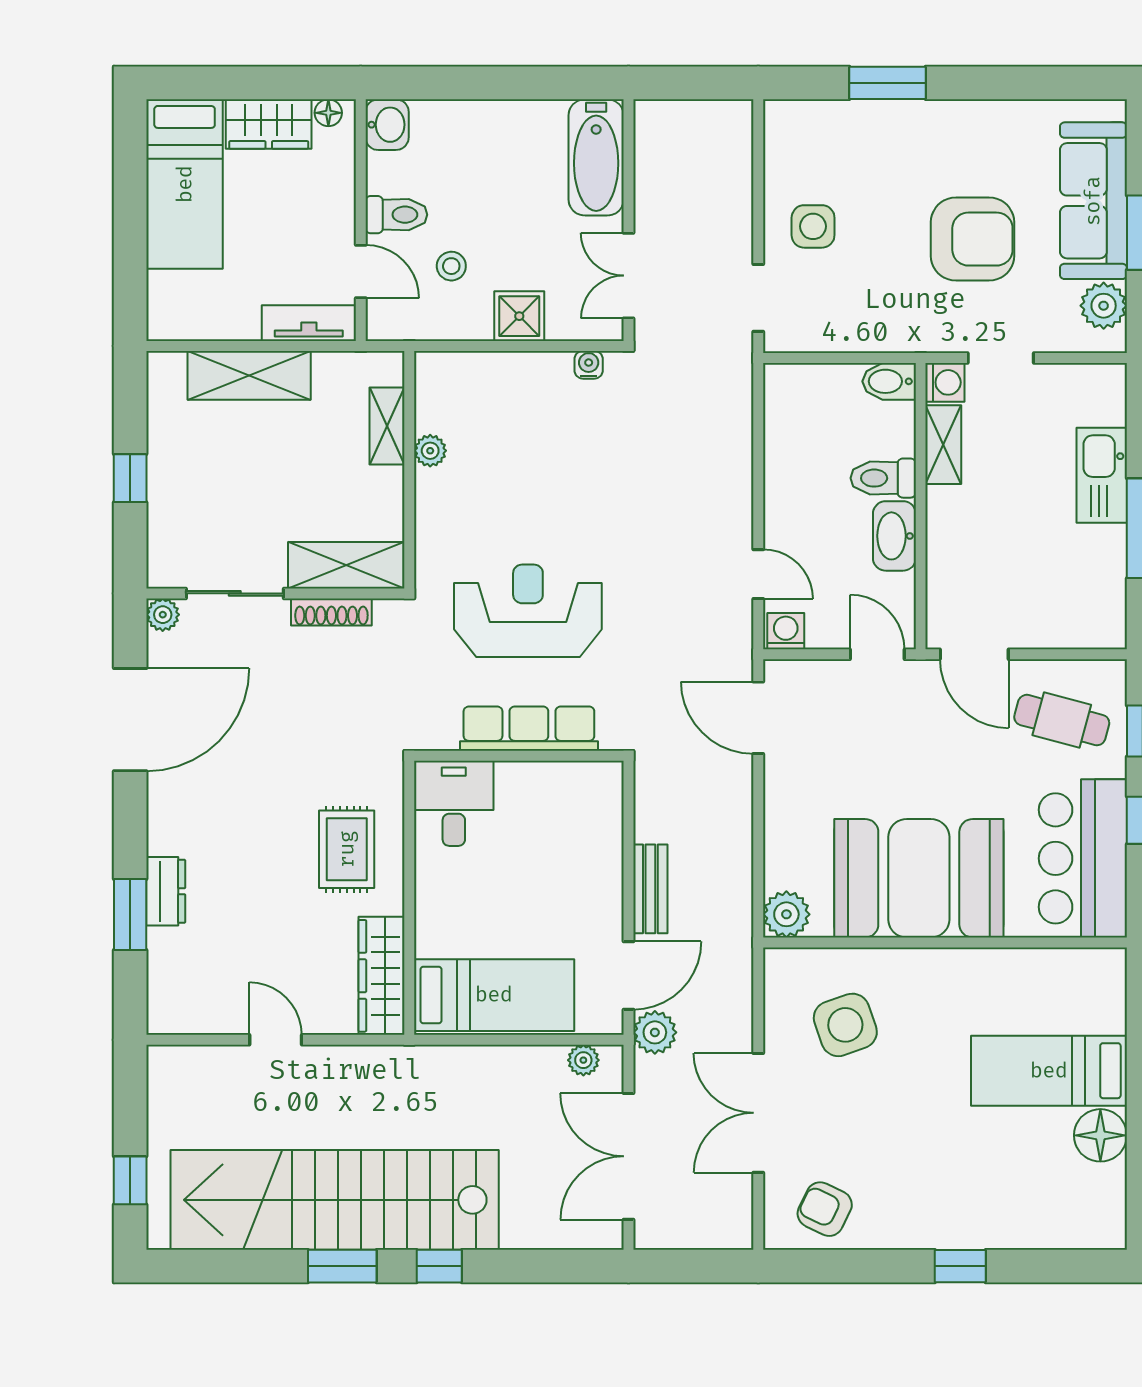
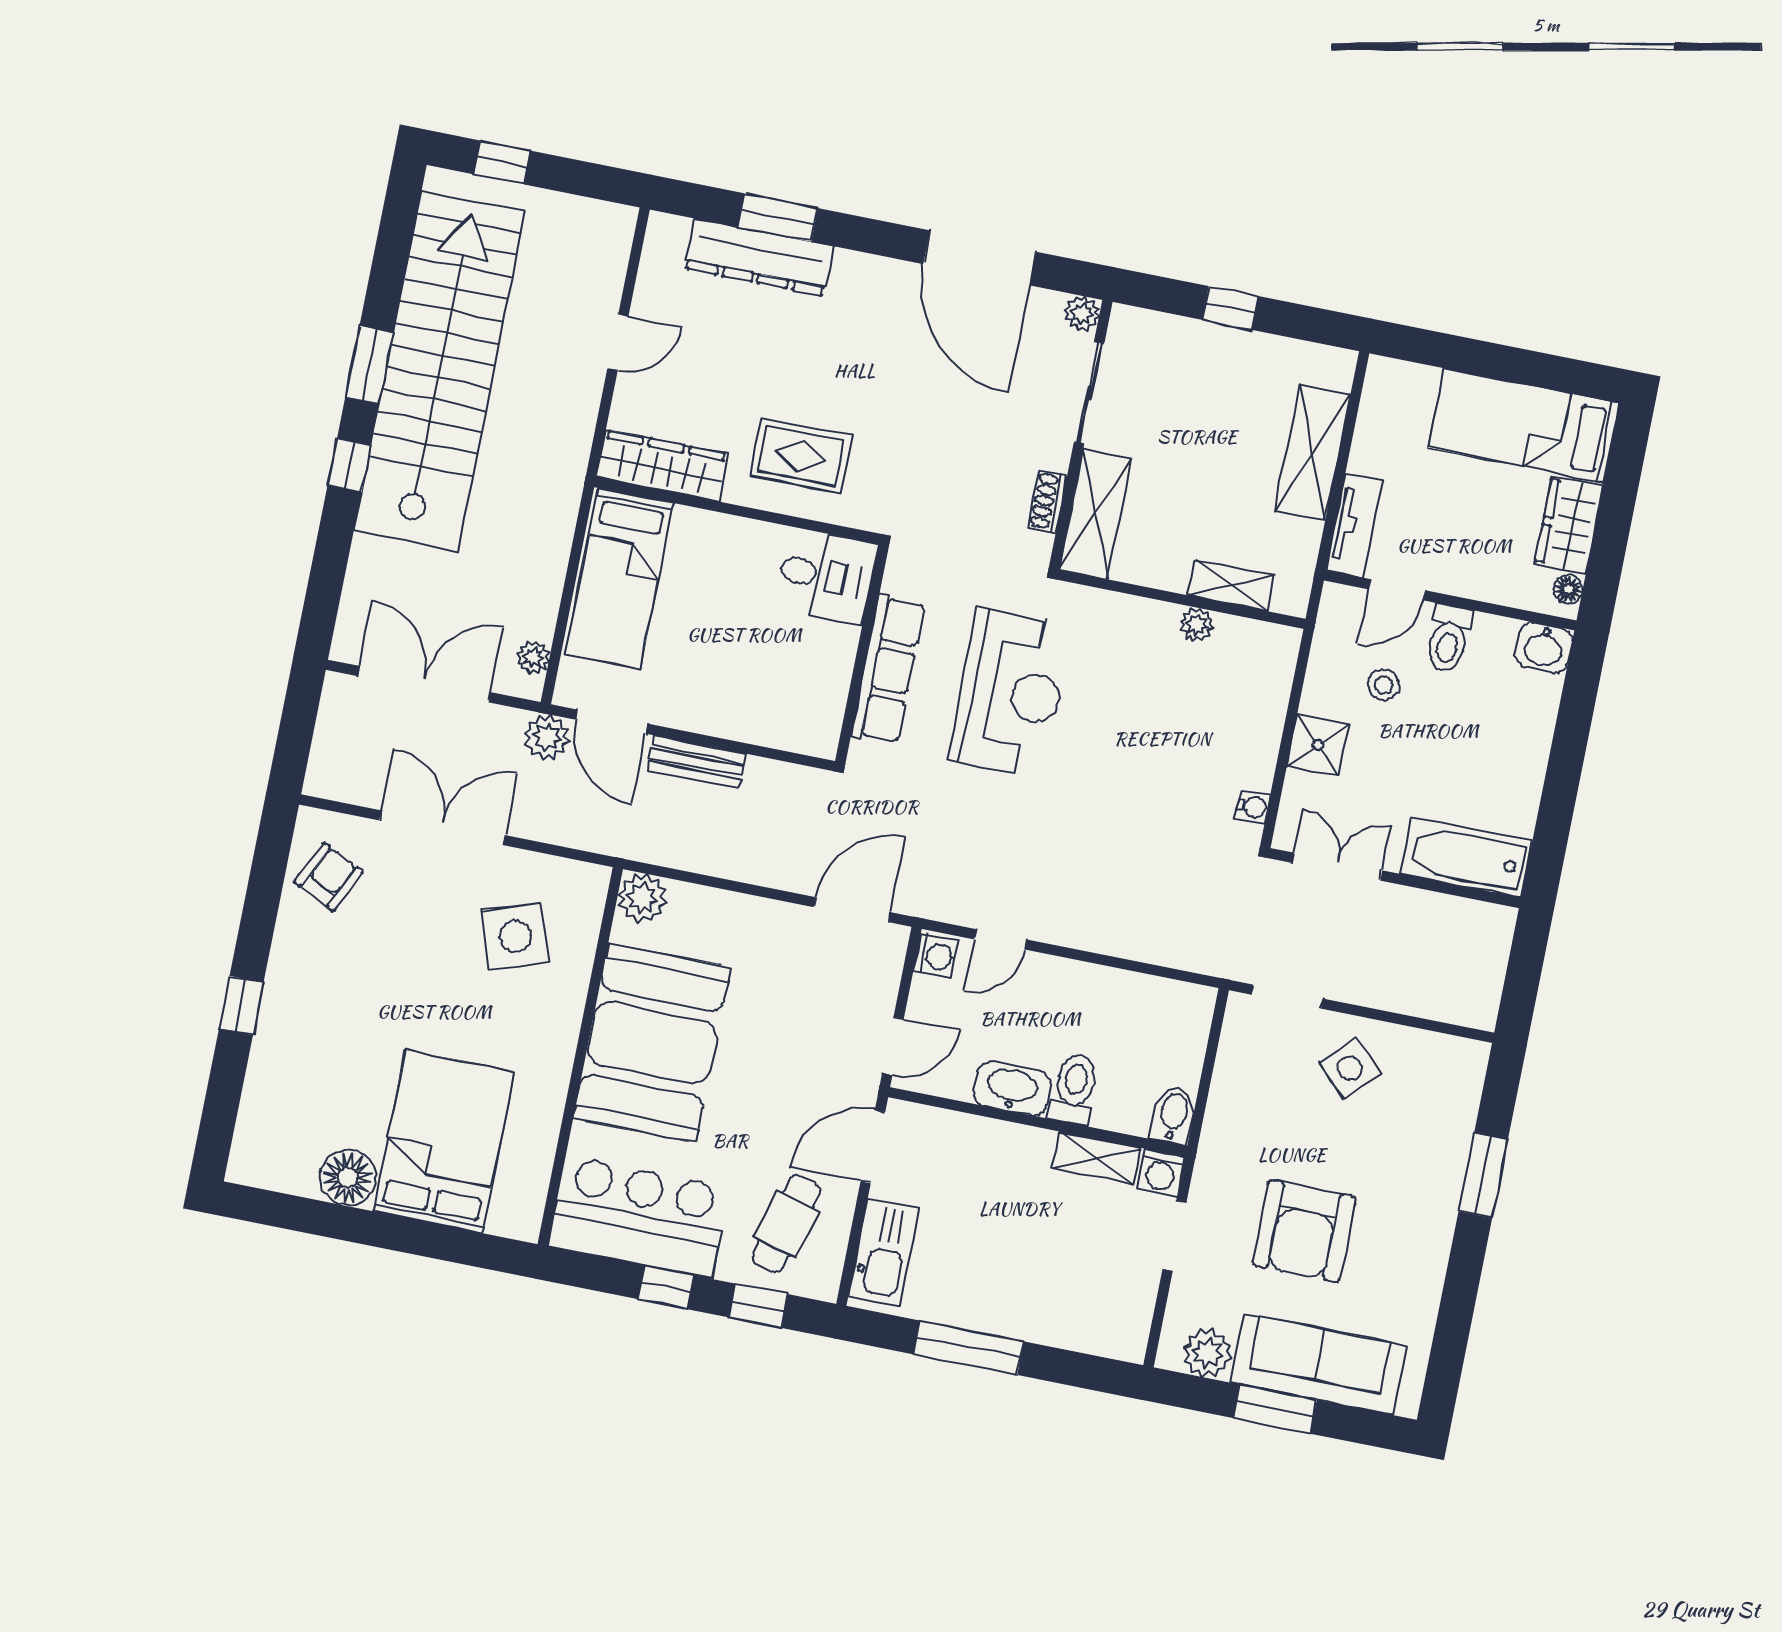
side table: (813, 226) -> (1350, 1068), turned 45
kitchen sink: (1102, 475) -> (884, 1252), moved, turned 90
shoe rack: (331, 612) -> (1047, 501), width x0.70
dresser: (166, 891) -> (759, 257), width x1.96, depth x1.24
bed: (1049, 1071) -> (444, 1141), width x1.50

